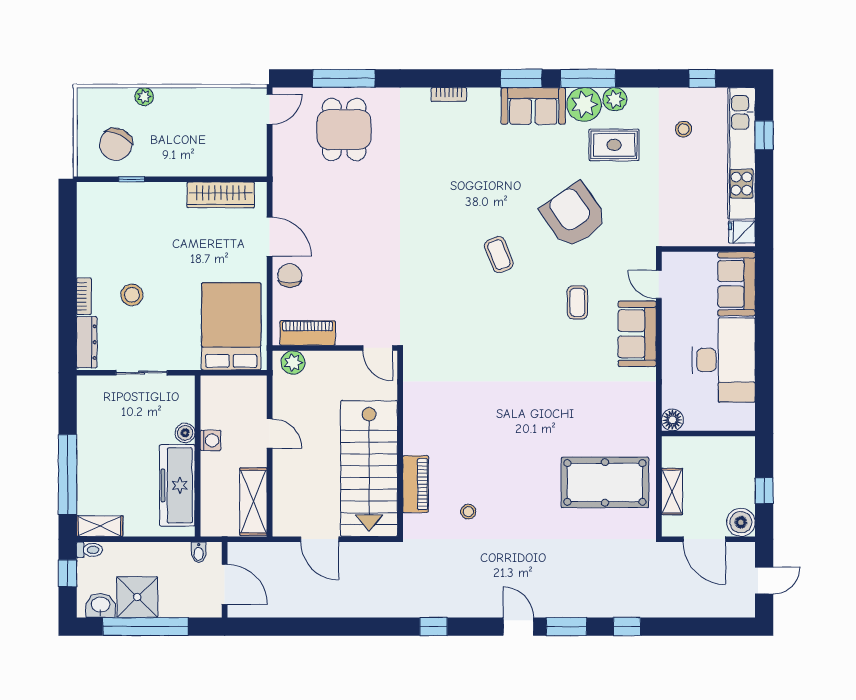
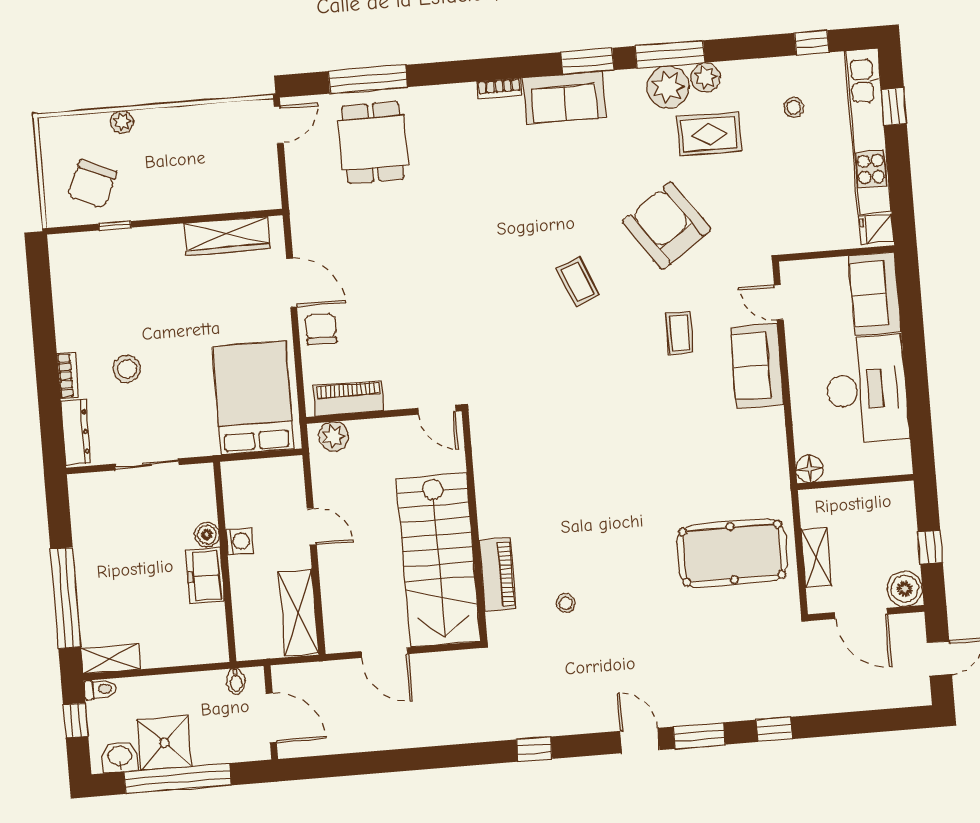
sofa: (533, 106) -> (564, 97), moved
freezer: (177, 485) -> (205, 576), width x0.52, depth x0.79

